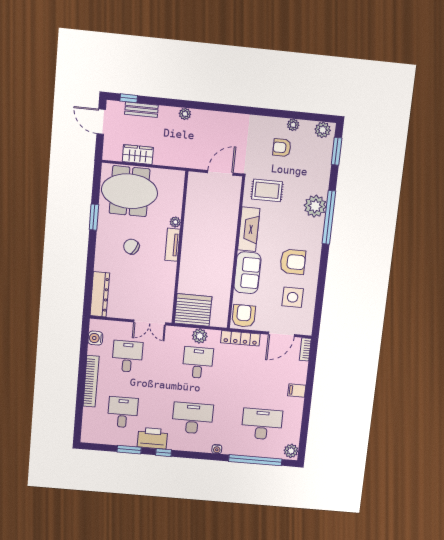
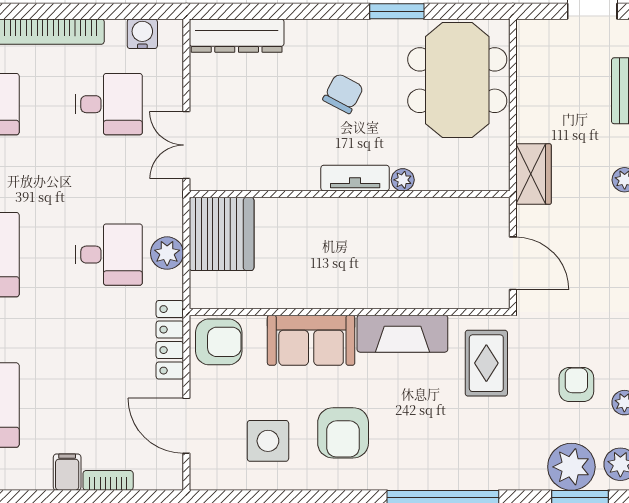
wardrobe: (138, 154) -> (534, 174), moved
plant: (315, 206) -> (571, 467), moved
bookcase: (305, 349) -> (108, 480), moved

